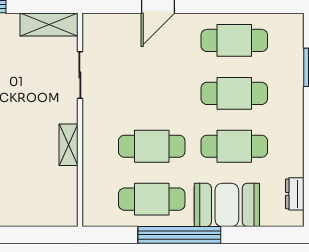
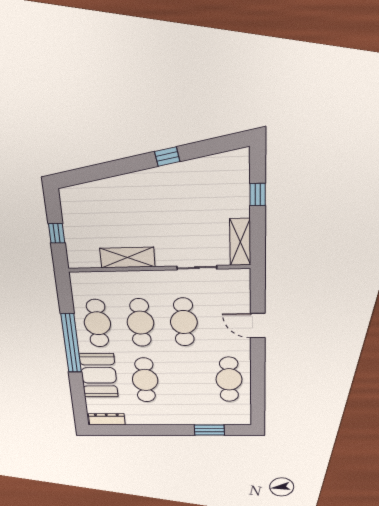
cafe table: (234, 93) -> (184, 322), moved
shelving: (68, 145) -> (127, 258), width x1.50, depth x1.33
dresser: (295, 194) -> (107, 419), width x1.44
window: (33, 235) -> (57, 233), added

